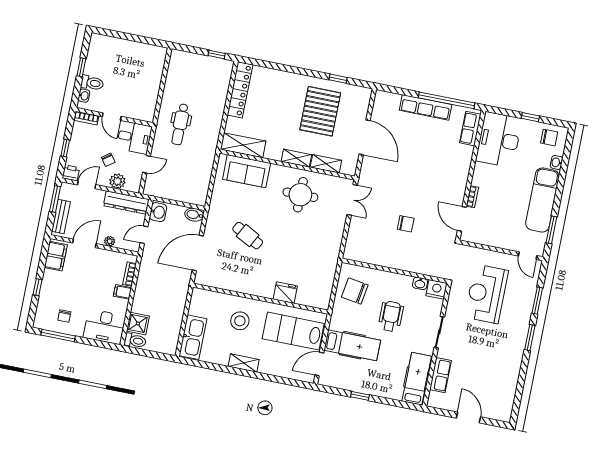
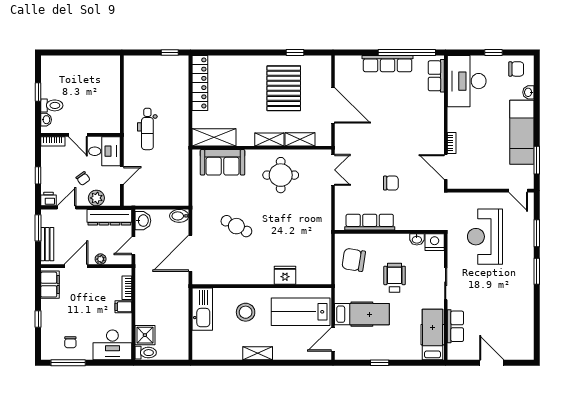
row of seats: (378, 258) -> (370, 222), added
kitchen sink: (193, 337) -> (202, 309), moved

